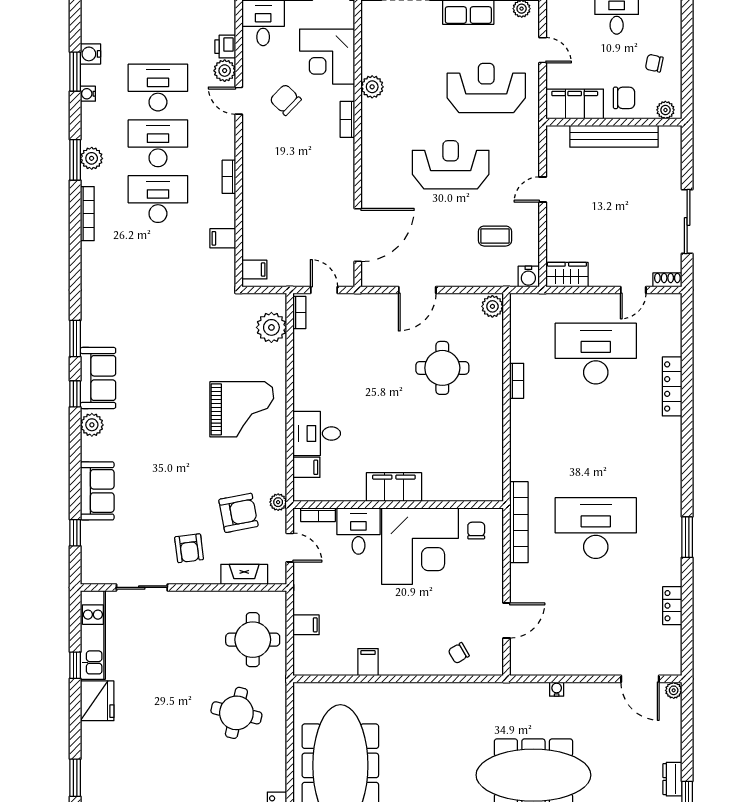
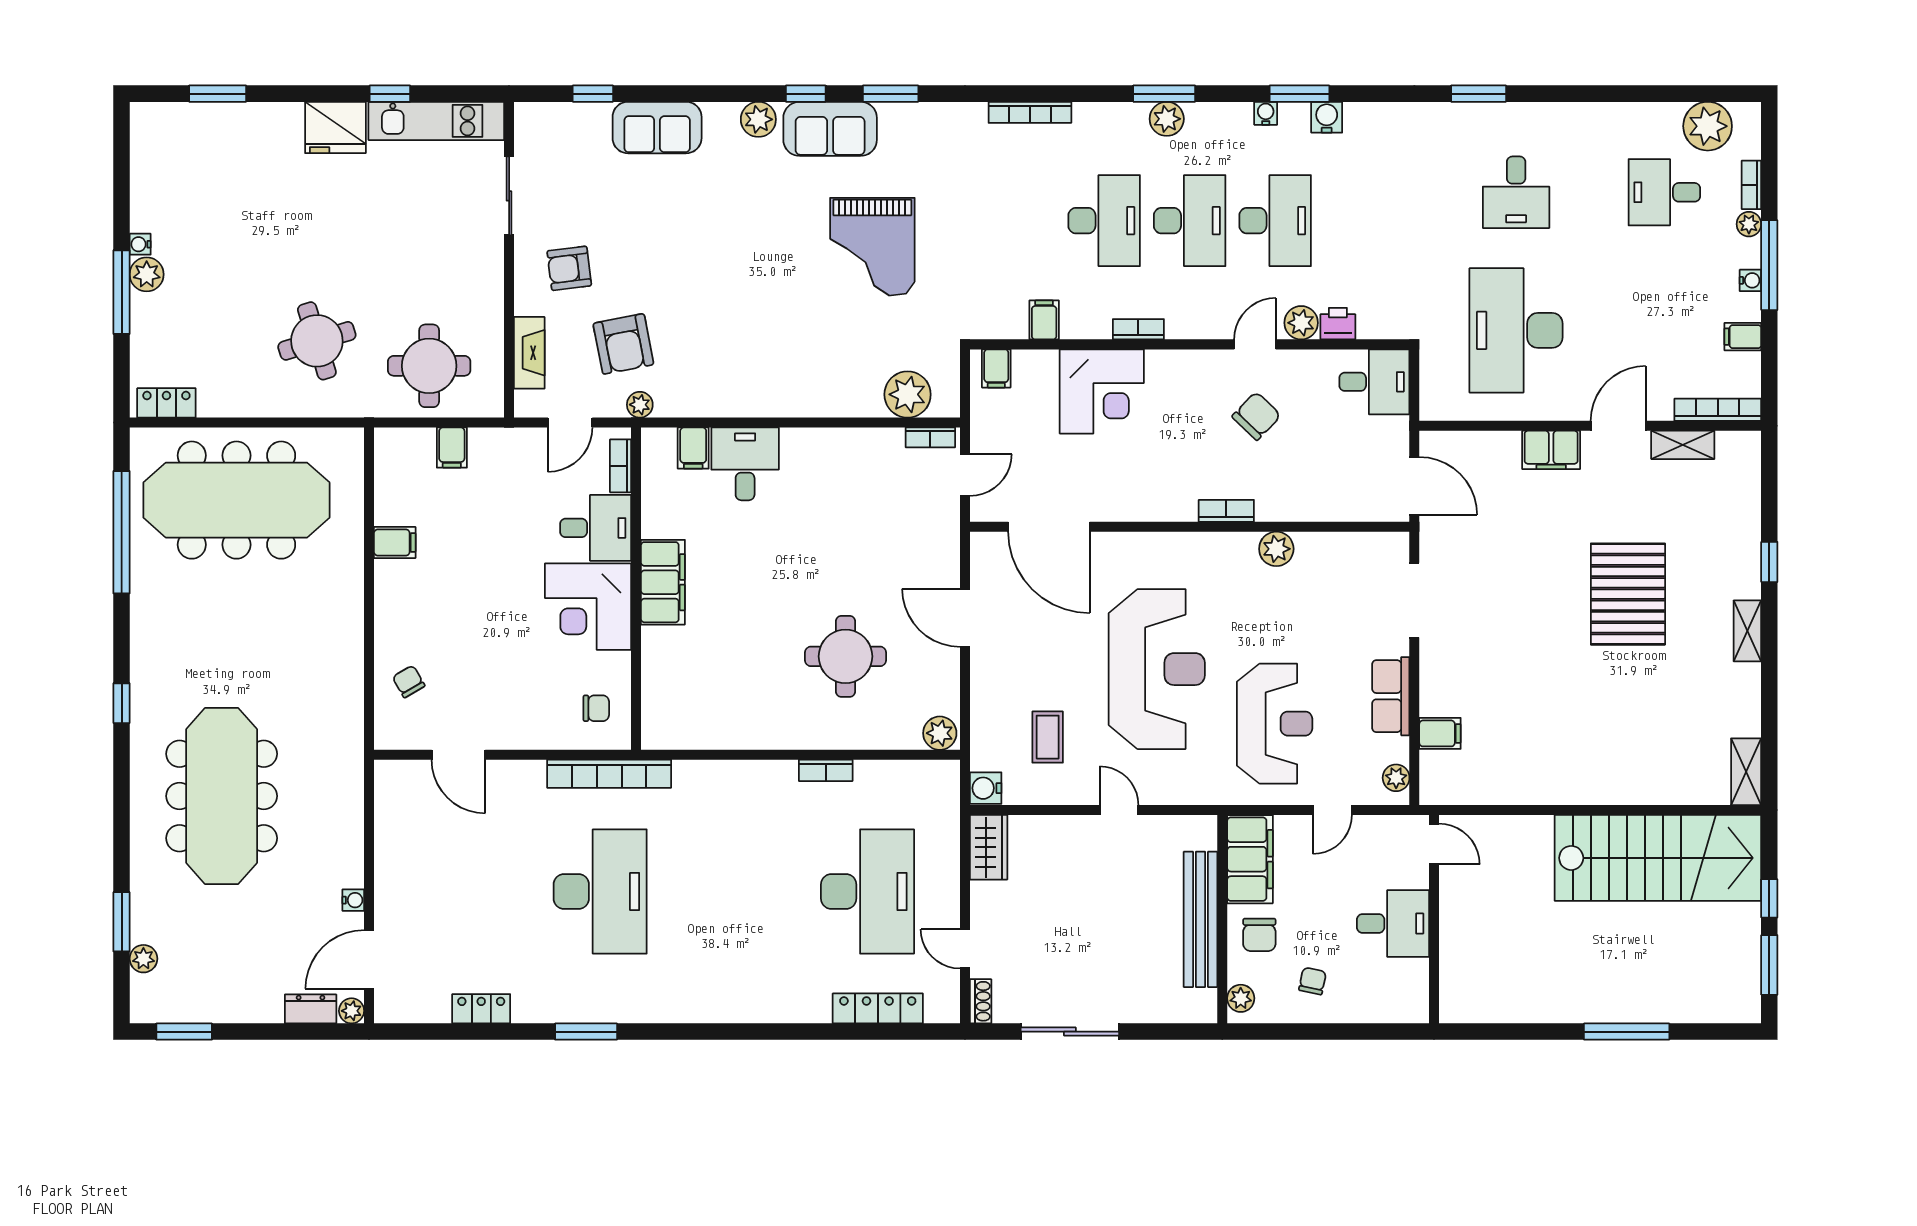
corner desk: (327, 57) -> (1102, 391), moved, turned 180
reception desk: (451, 165) -> (1157, 669), width x1.36, depth x1.30
bookcase: (87, 214) -> (1030, 112), moved
locker: (672, 386) -> (878, 1008), moved
grand piano: (242, 409) -> (872, 247), moved
corner desk: (420, 546) -> (588, 607), width x0.74, depth x0.74
water cooler: (557, 689) -> (353, 900), moved
round table: (236, 713) -> (317, 341), turned -30
dresser: (672, 779) -> (311, 1009), moved

